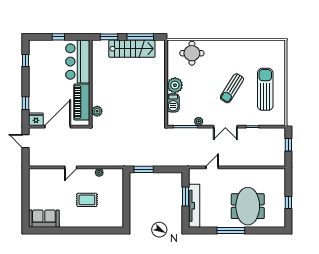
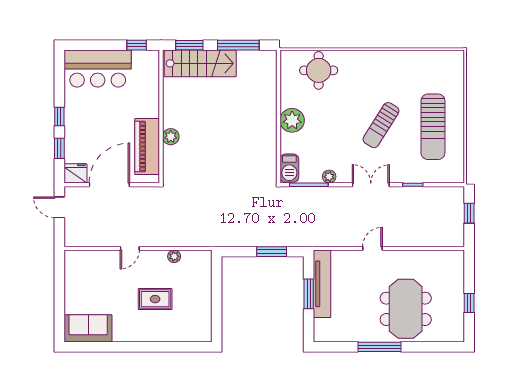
window: (58, 37) -> (137, 45), moved
stairs: (132, 49) -> (200, 63), moved
window: (26, 60) -> (59, 116), moved
bar counter: (78, 62) -> (98, 68), moved, turned -90
sun lounger: (265, 89) -> (433, 127), turned 180
barbecue: (173, 103) -> (289, 168), moved
plant: (97, 111) -> (171, 137), moved
double door: (225, 127) -> (371, 185), swing flipped
door: (212, 167) -> (372, 248), moved
window: (144, 169) -> (272, 252), moved
tv unit: (194, 206) -> (322, 284), moved

